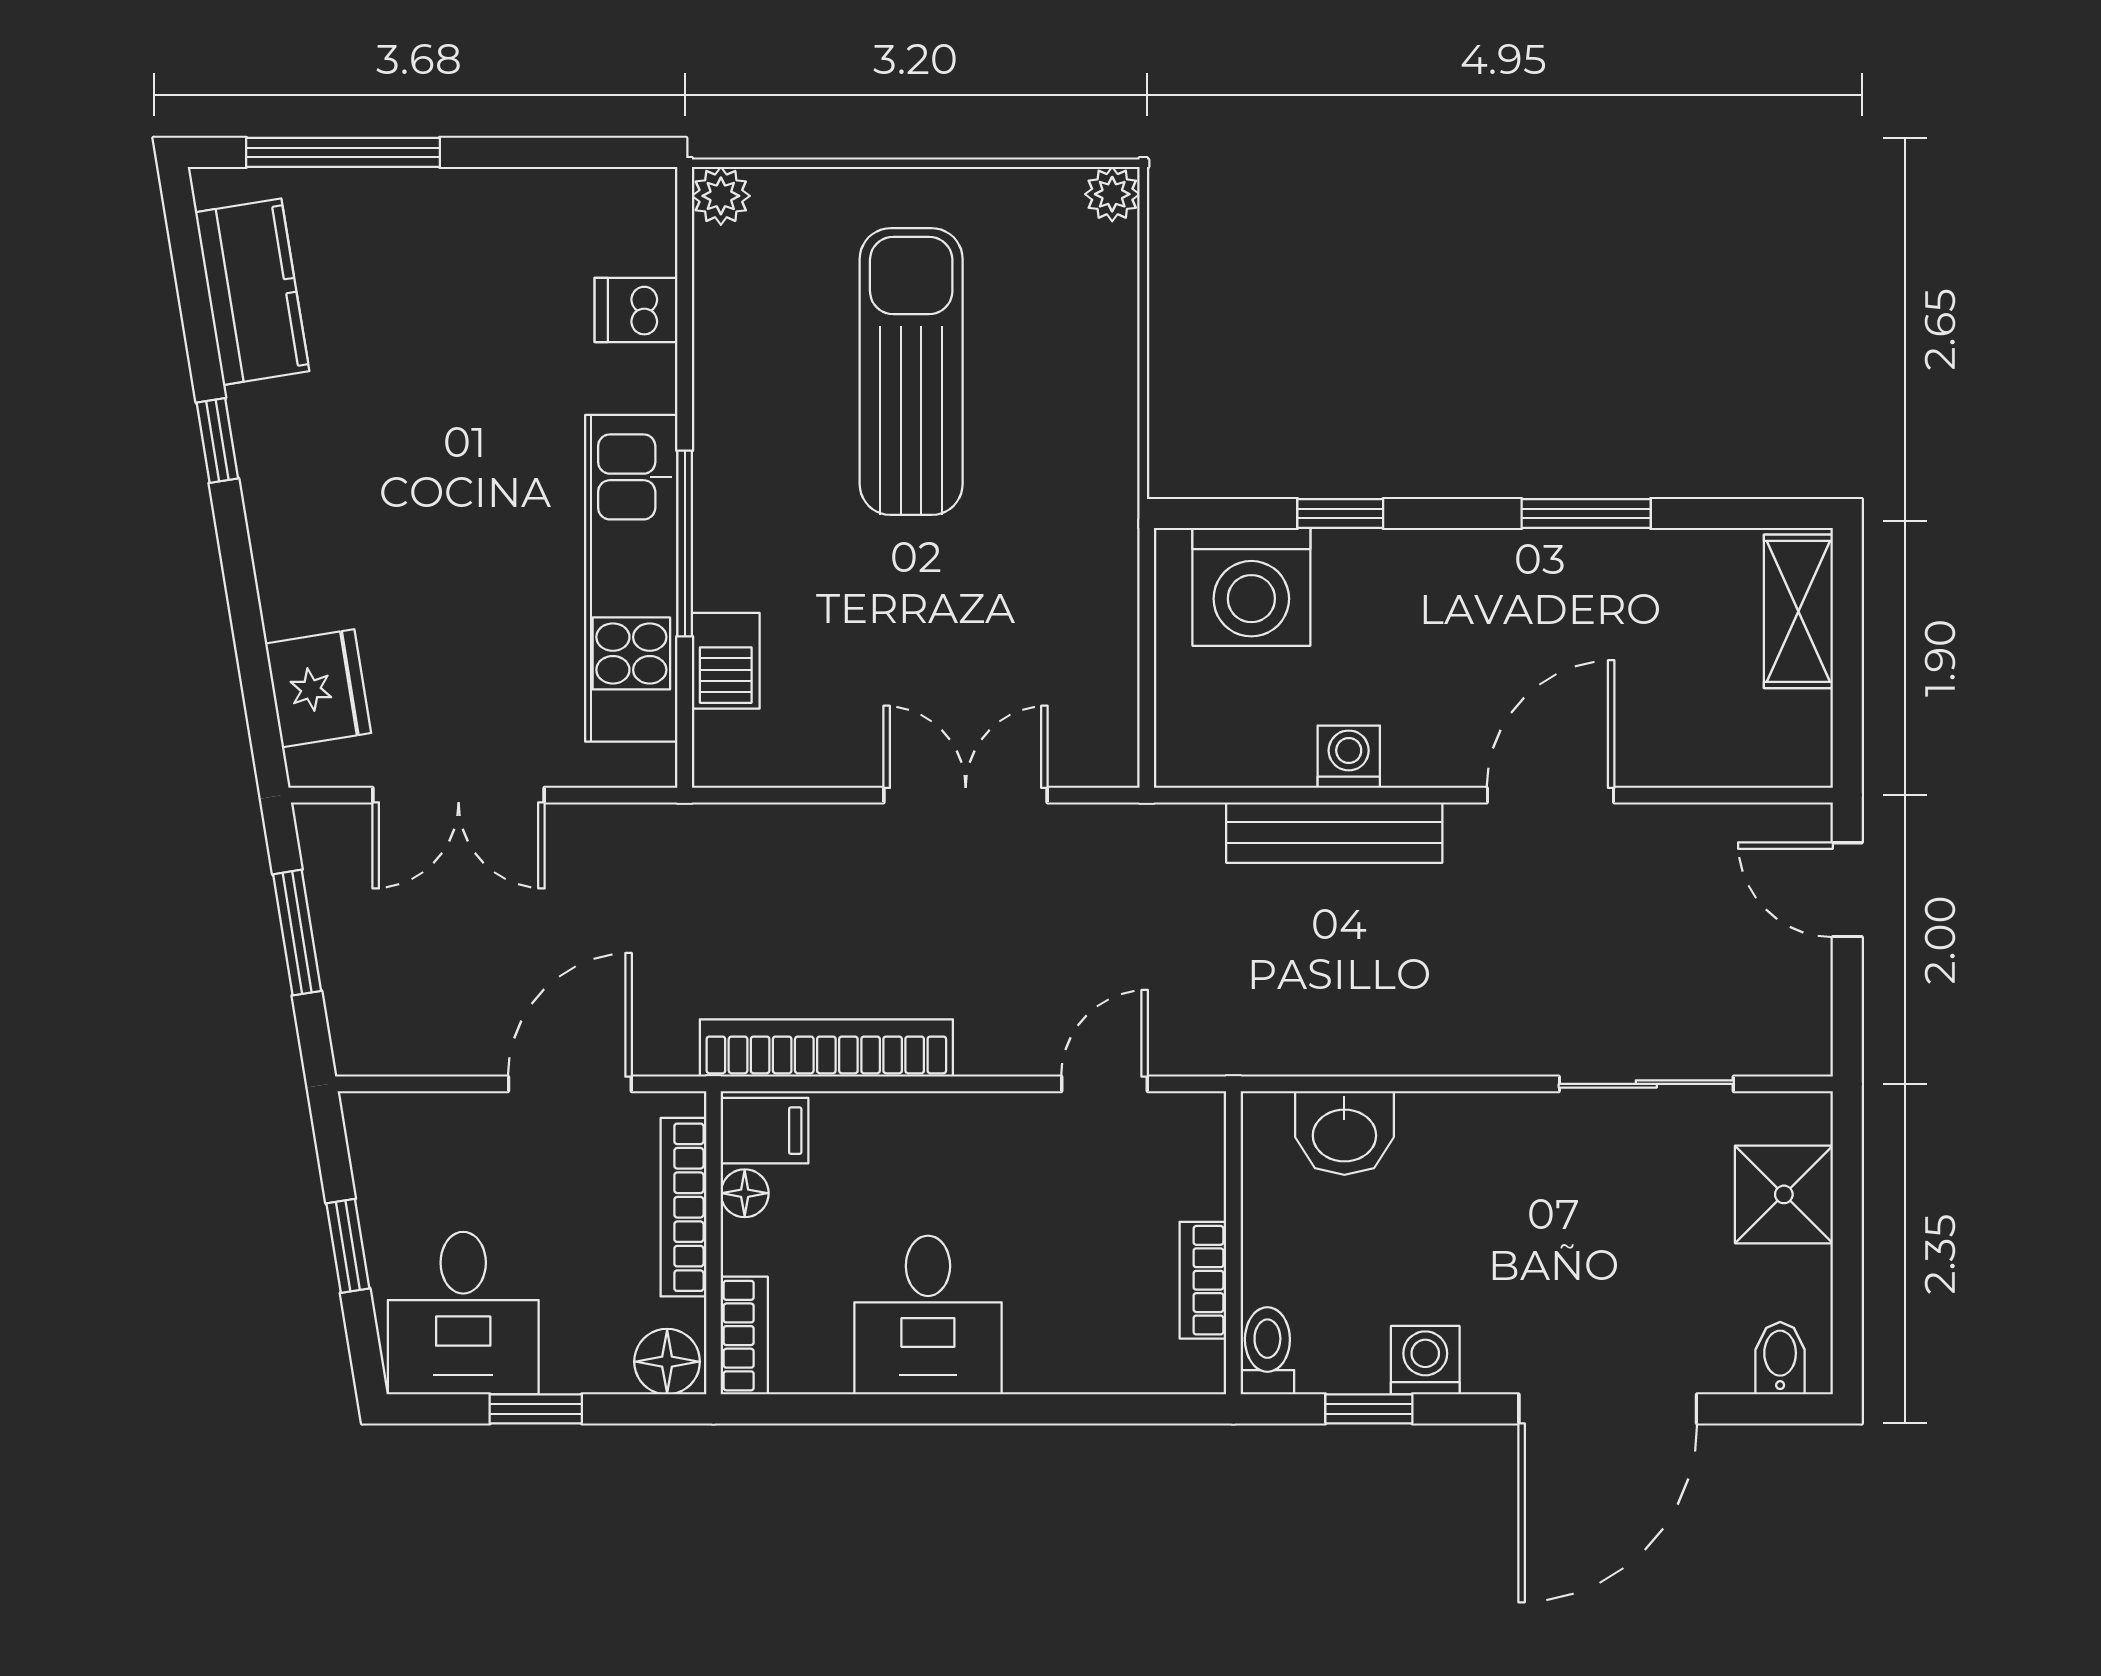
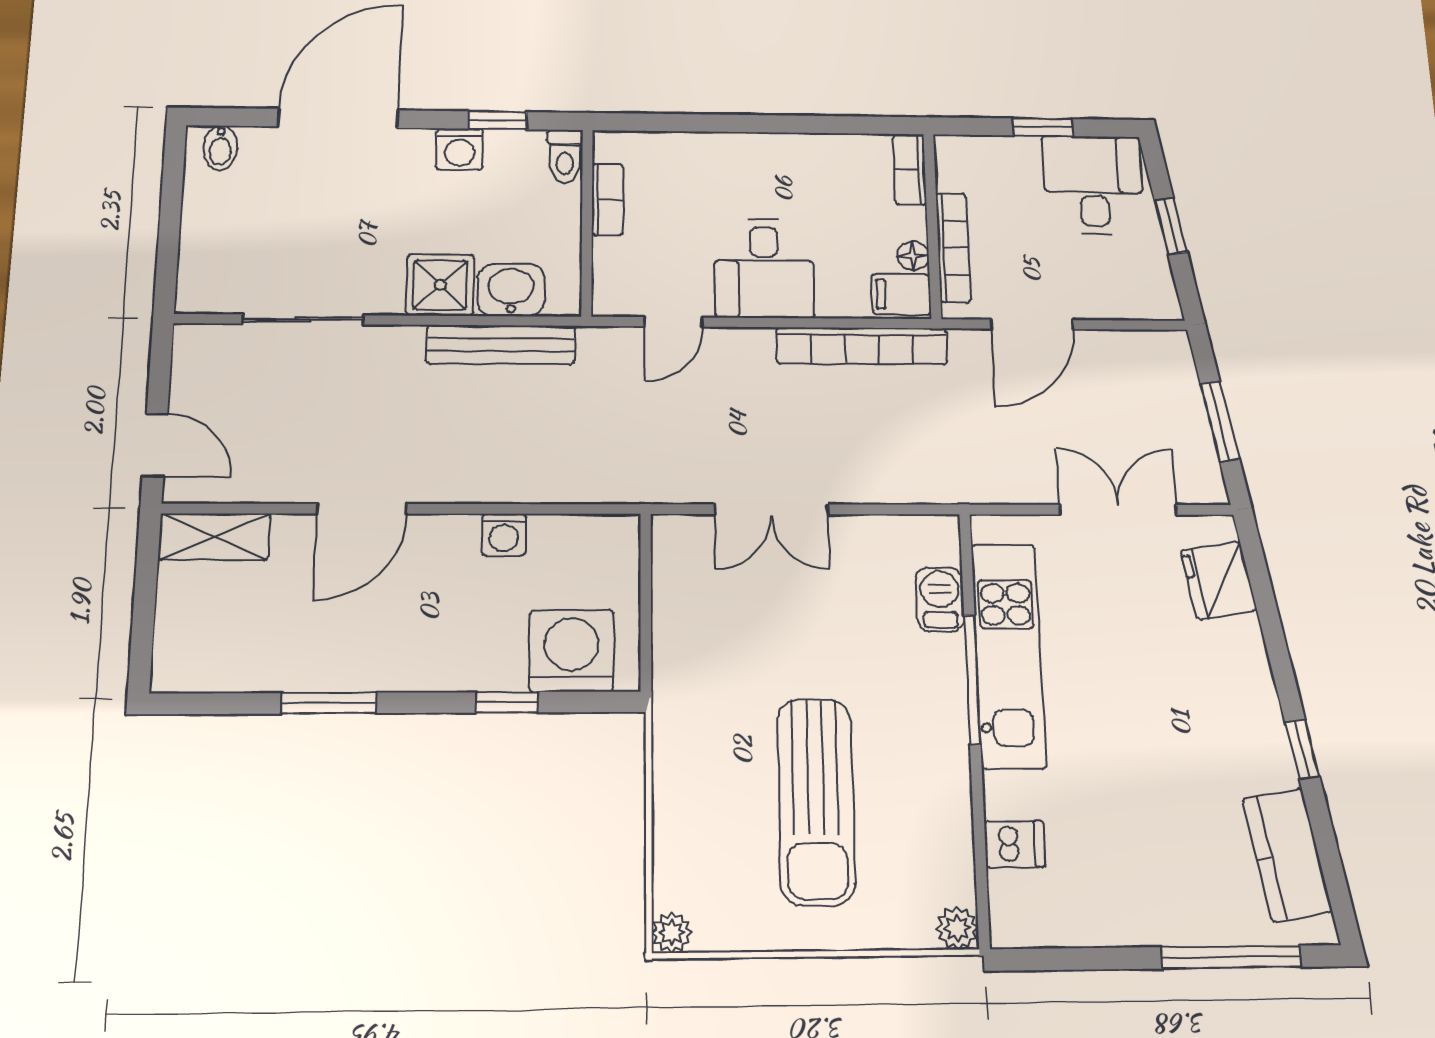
shelving: (1798, 611) -> (214, 537), moved, turned 90
bench: (1334, 833) -> (501, 345), moved
shower: (1784, 1194) -> (440, 285), moved
desk: (928, 1315) -> (764, 268), moved, turned 180
floor lamp: (667, 1362) -> (959, 154), removed

